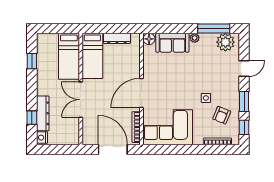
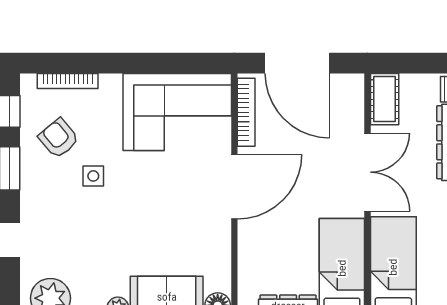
armchair: (222, 115) -> (59, 138), turned -62
cot: (73, 133) -> (385, 99), added

